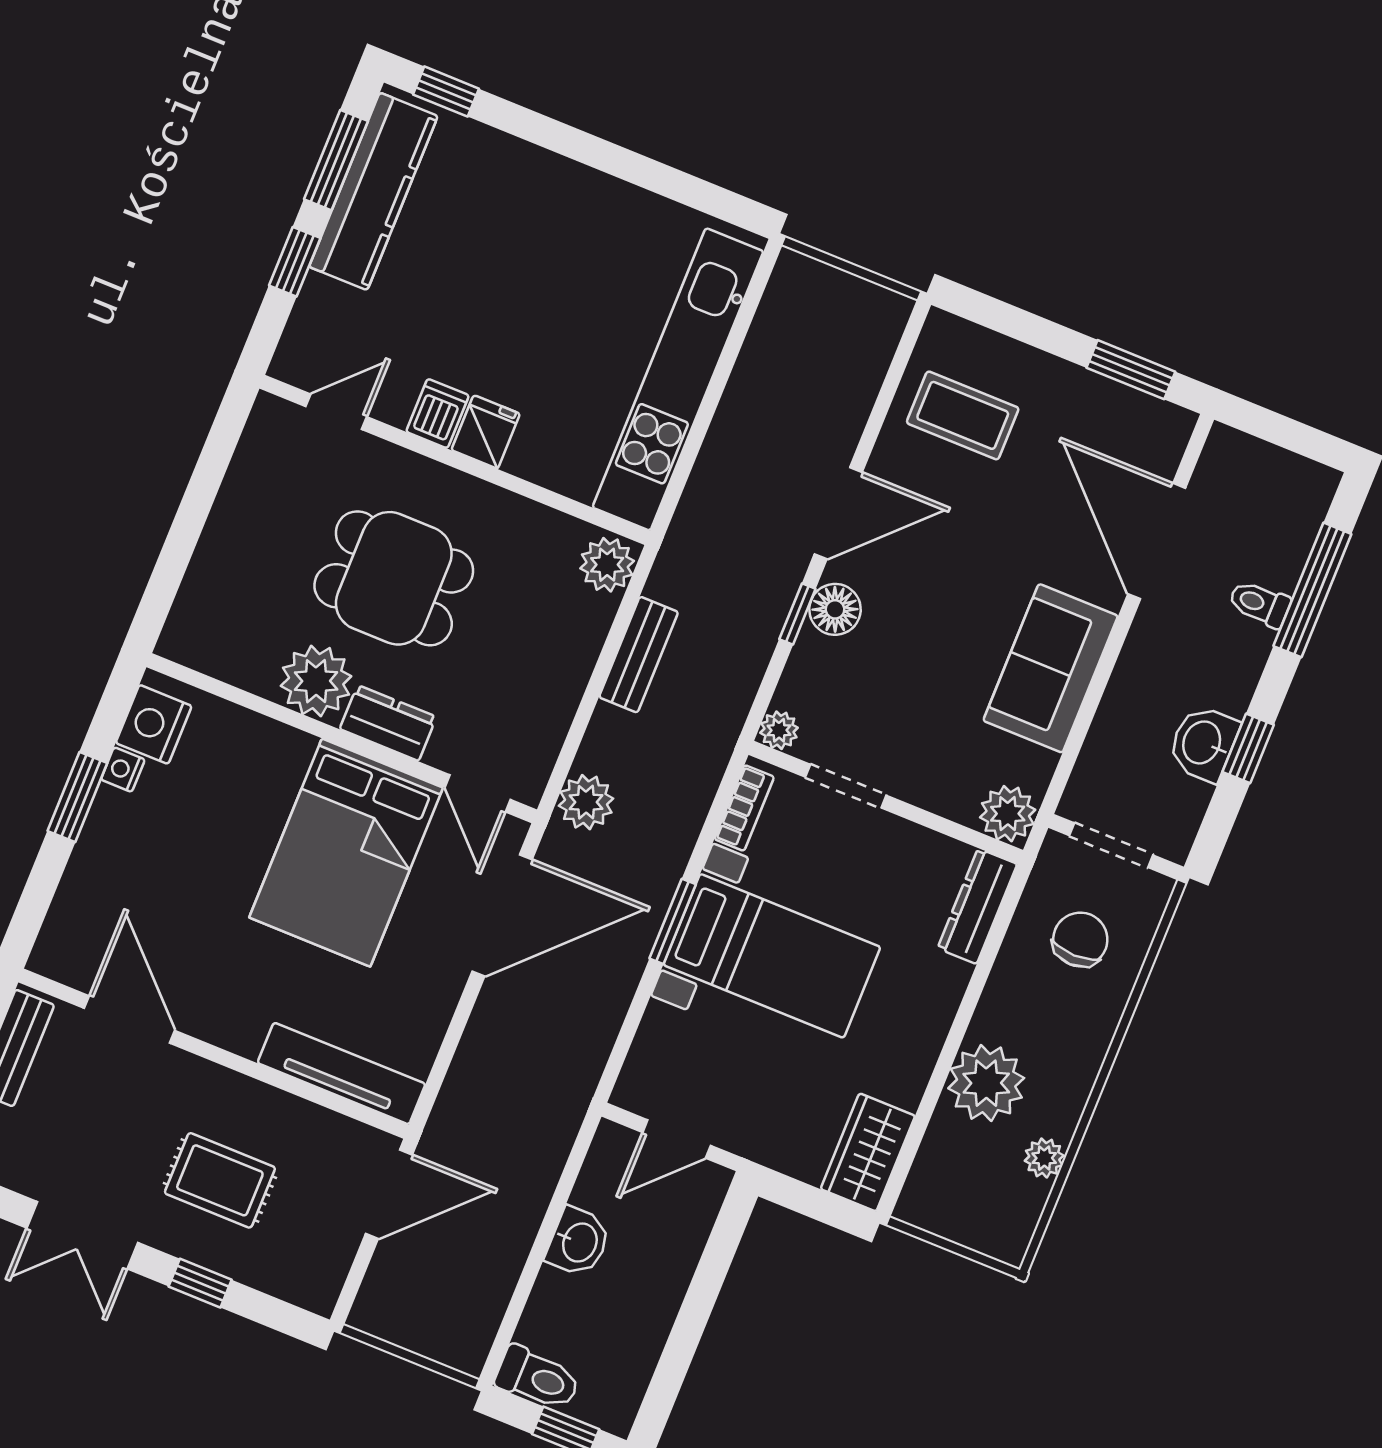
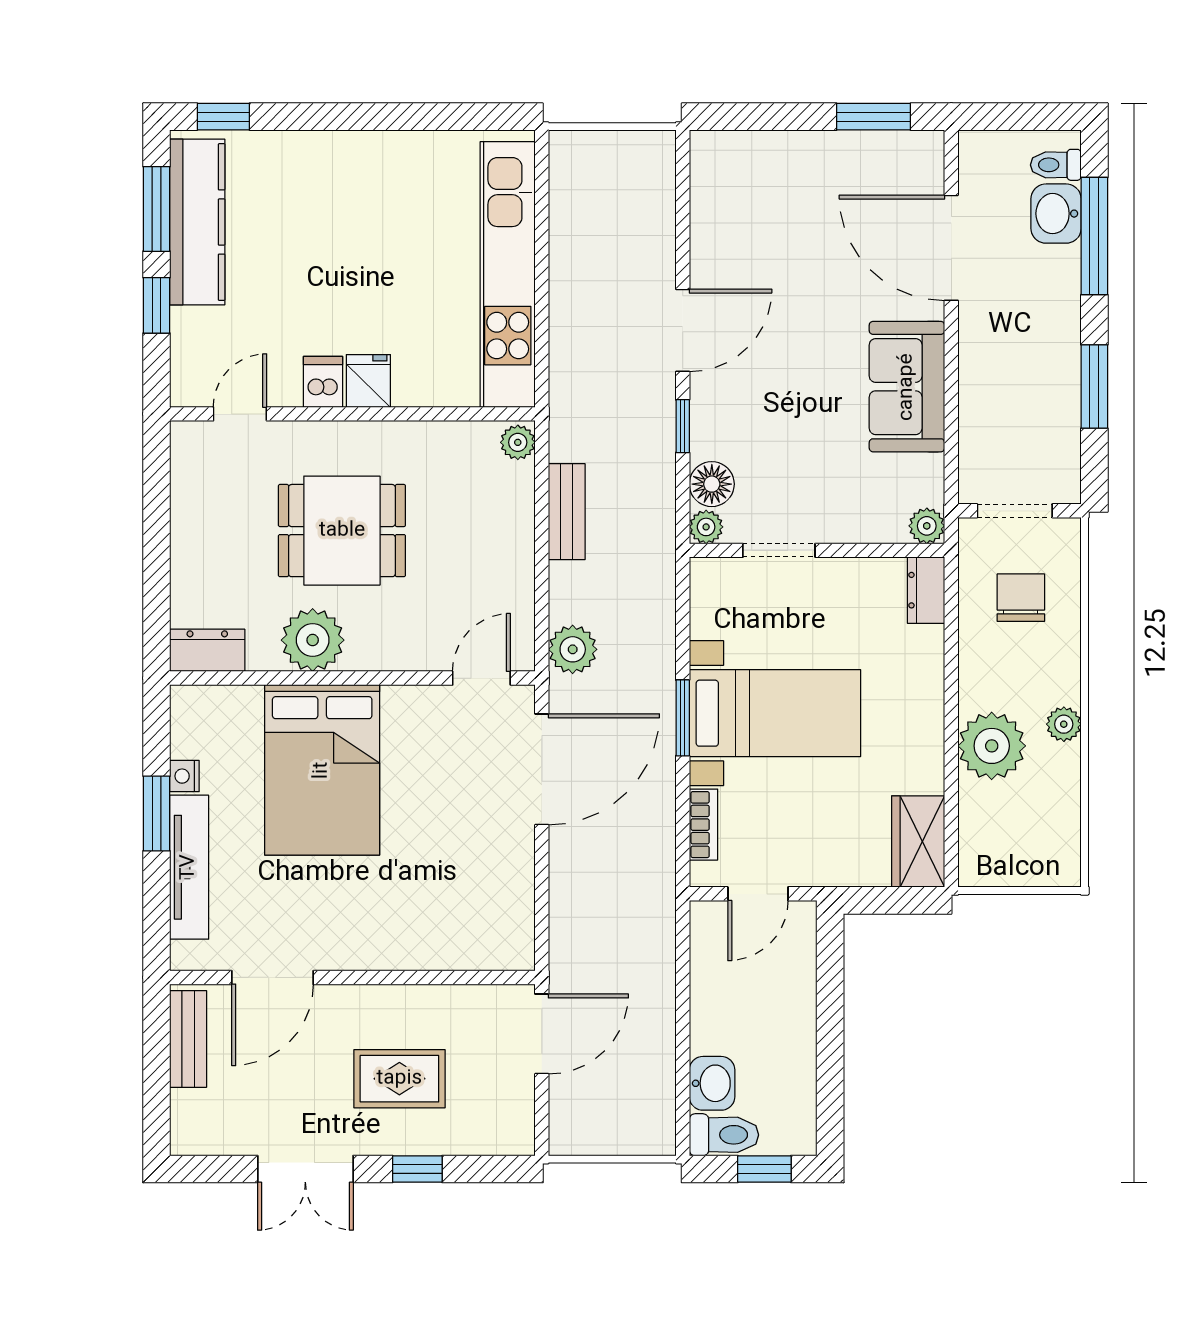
coffee table: (963, 415) -> (752, 210), removed
plant: (607, 565) -> (518, 442), width x0.73, depth x0.73
toilet: (1260, 604) -> (1056, 165), moved
floor lamp: (835, 609) -> (712, 484), moved
dresser: (388, 723) -> (207, 650), moved
nightstand: (154, 724) -> (195, 729), removed
washbasin: (1203, 743) -> (1056, 214), moved
window: (1248, 748) -> (1094, 386), width x1.50
door: (478, 793) -> (481, 678), swing flipped
bookcase: (744, 808) -> (703, 825), moved
plant: (1008, 814) -> (927, 526), width x0.73, depth x0.73
bed: (346, 853) -> (322, 770), moved
dresser: (977, 906) -> (926, 590), width x0.70
door: (129, 1019) -> (273, 977), swing flipped
tv unit: (341, 1073) -> (189, 867), moved, turned 90
plant: (1044, 1158) -> (1064, 724), moved
washbasin: (578, 1242) -> (712, 1083), moved

